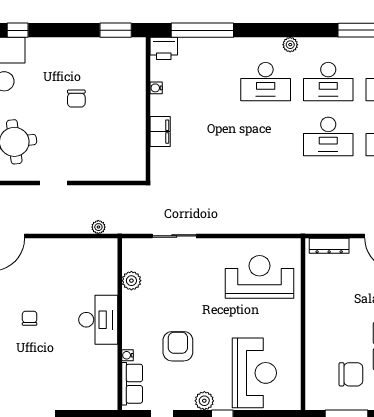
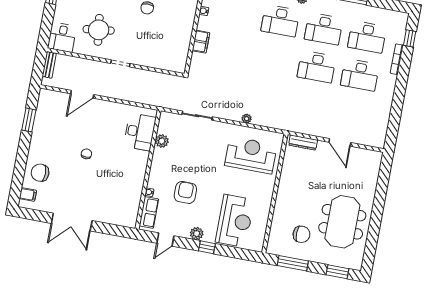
plant: (98, 227) -> (247, 119), moved
desk: (98, 320) -> (140, 132), moved

